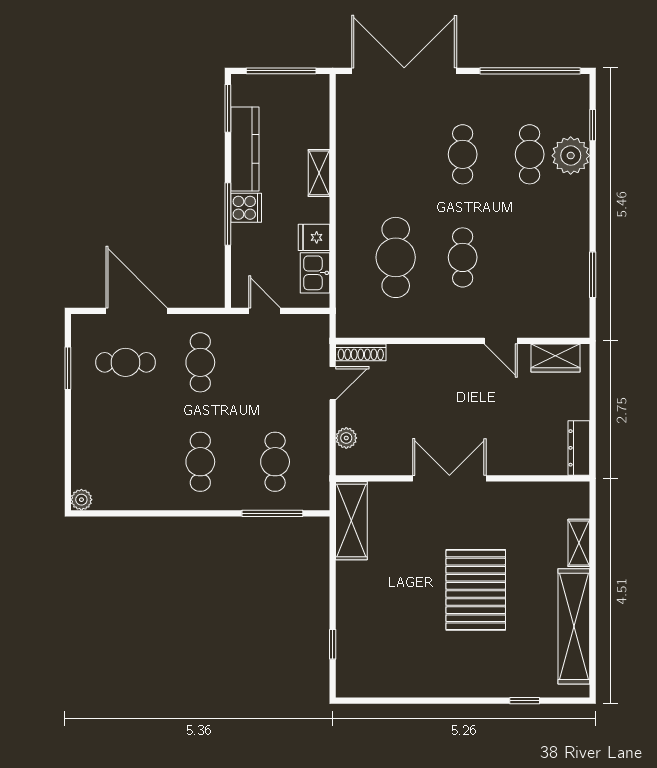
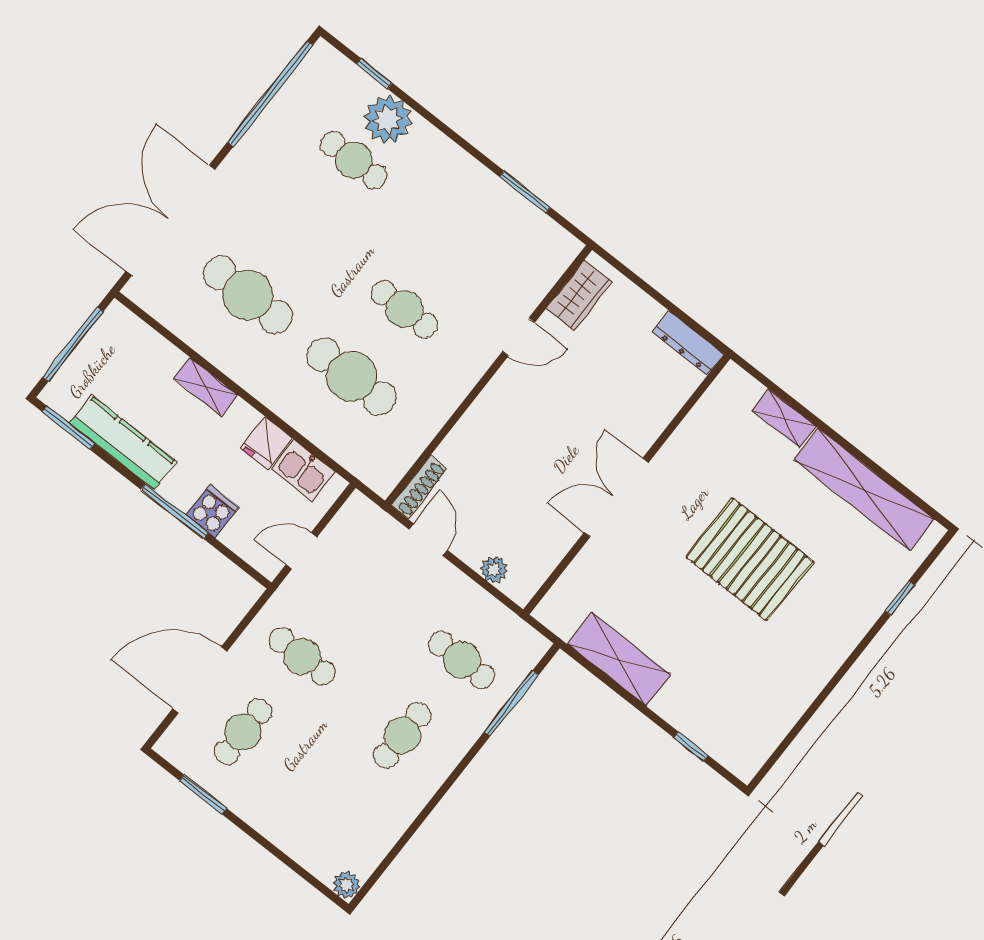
cafe table: (463, 154) -> (248, 295), moved, width x1.37, depth x1.35
cooker: (246, 208) -> (212, 511), moved
cafe table: (200, 462) -> (402, 735), turned 90
shelving: (351, 521) -> (619, 659), moved

